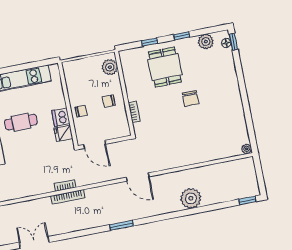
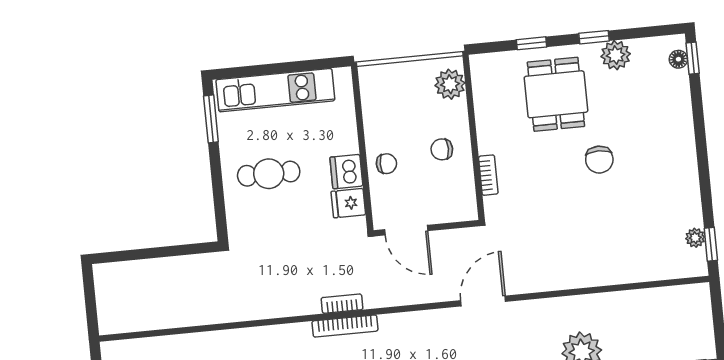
plant: (206, 42) -> (616, 55), moved
window: (252, 137) -> (711, 244), added
plant: (247, 149) -> (695, 238), moved
door: (138, 177) -> (483, 301), swing flipped

